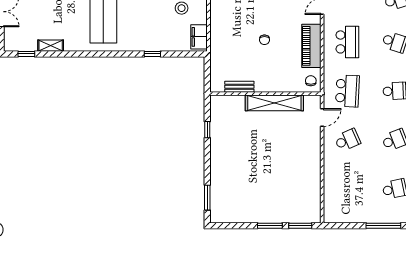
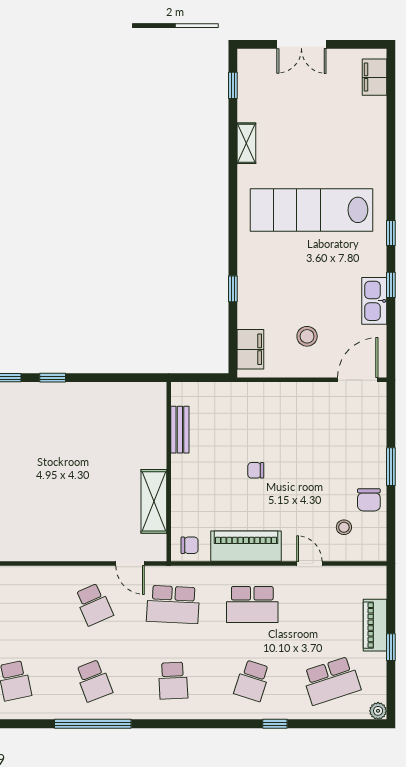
filing cabinet: (199, 37) -> (250, 349), moved, turned 90
shelving: (51, 46) -> (246, 143), moved
shelving: (274, 103) -> (154, 501), width x0.68
window: (207, 130) -> (53, 378), moved

